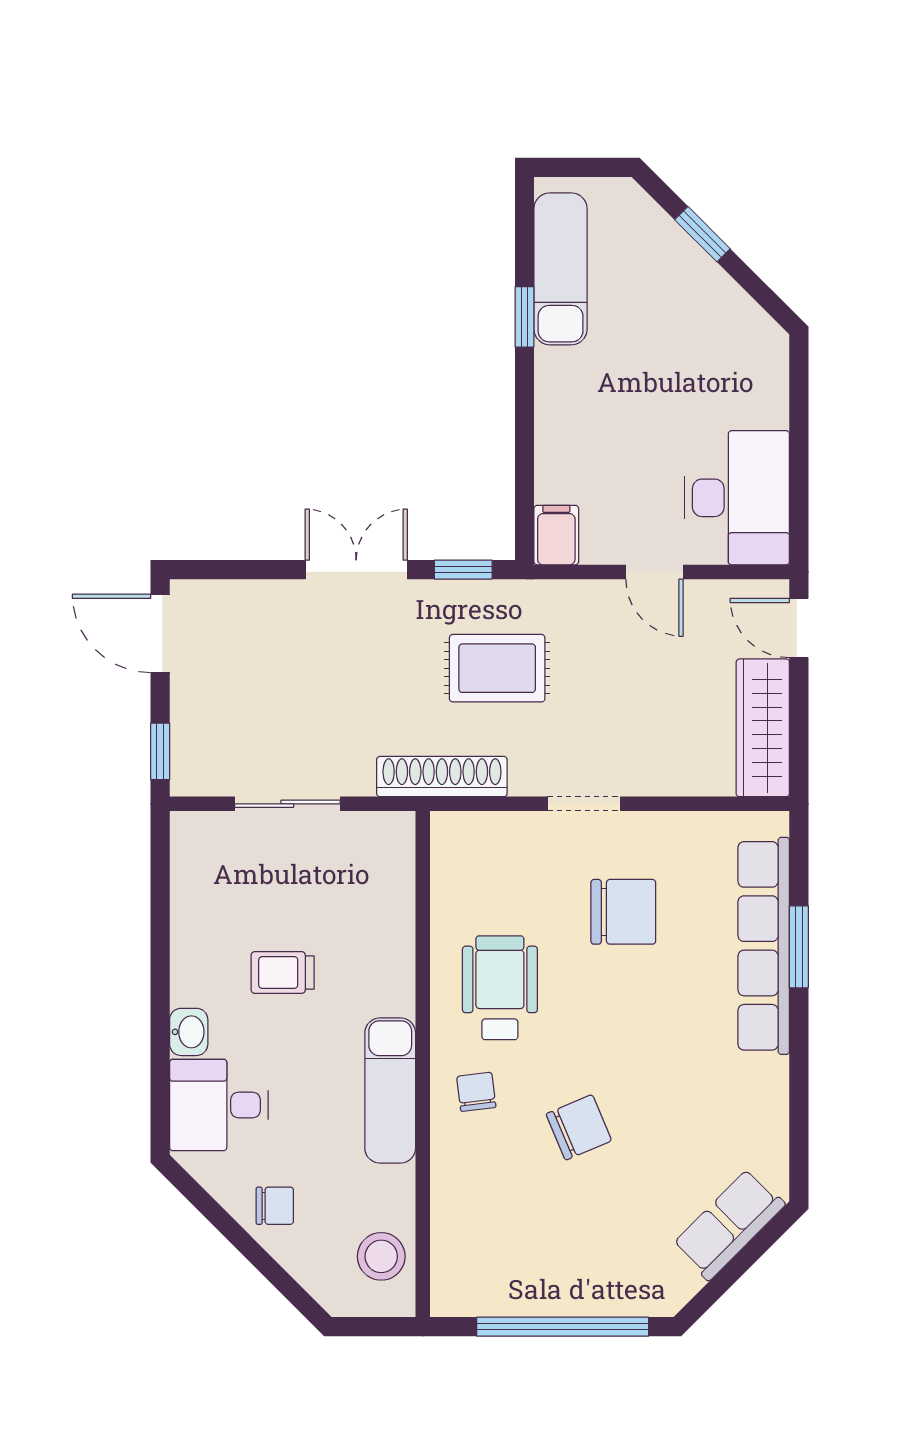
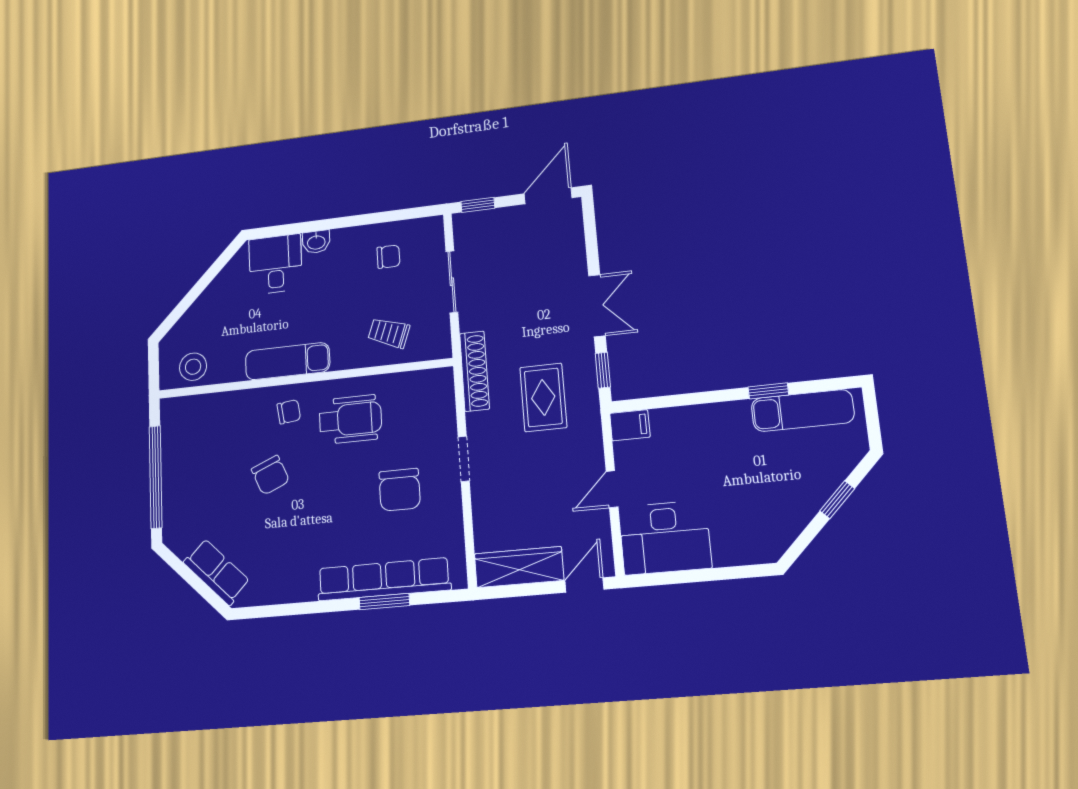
trolley: (283, 973) -> (389, 333), moved, turned -70
chair: (275, 1206) -> (388, 257), moved, turned -90

